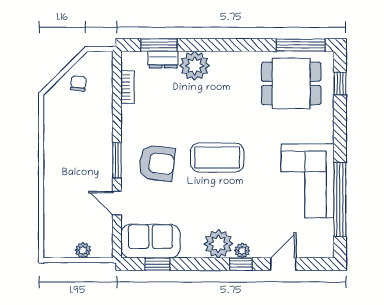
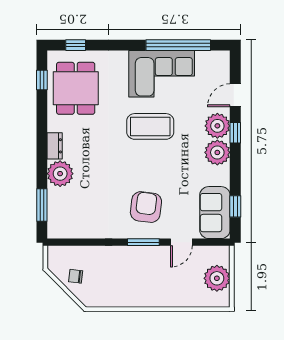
window: (301, 45) -> (42, 80), width x0.46
dresser: (163, 60) -> (55, 146), moved
bookcase: (128, 87) -> (79, 233), removed
coffee table: (217, 157) -> (150, 126), moved, turned 90
plant: (83, 250) -> (217, 278), width x1.88, depth x1.88
plant: (242, 251) -> (217, 126), width x1.88, depth x1.88
door: (283, 264) -> (235, 95), hinge flipped

